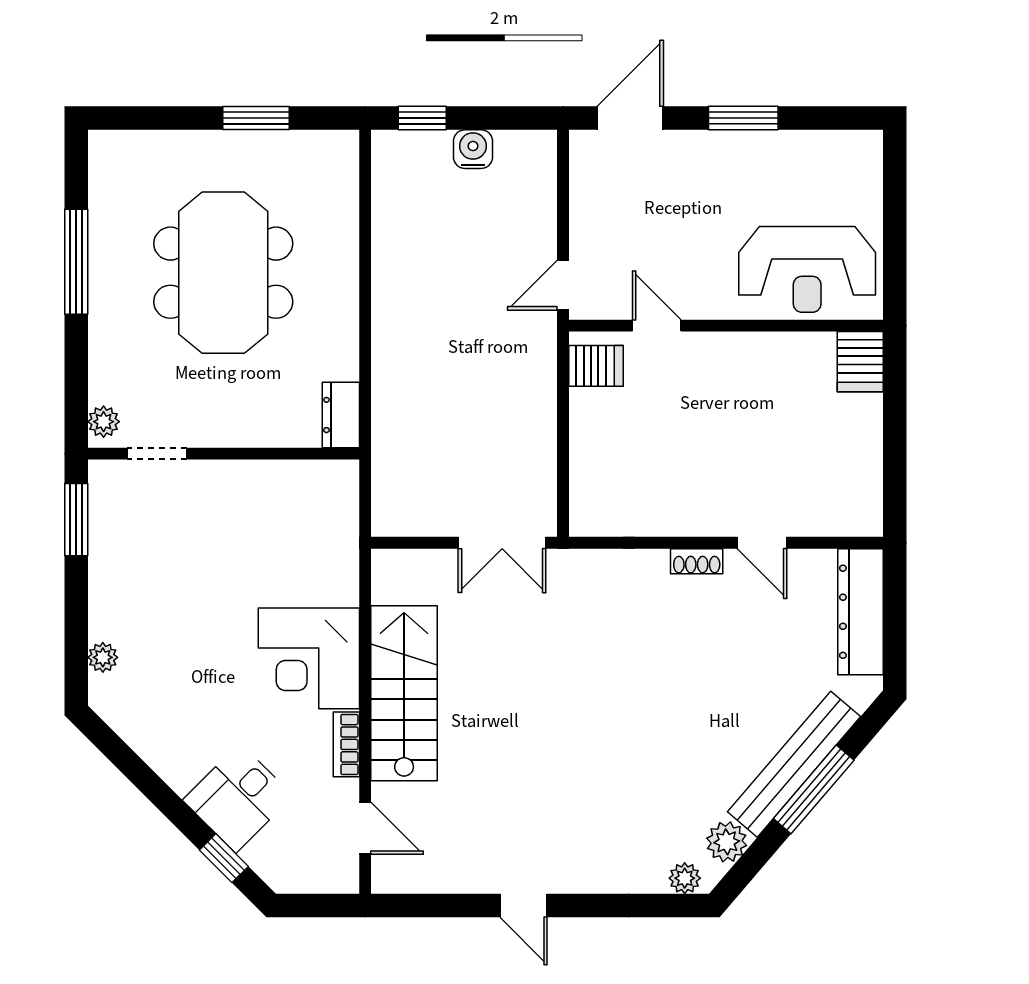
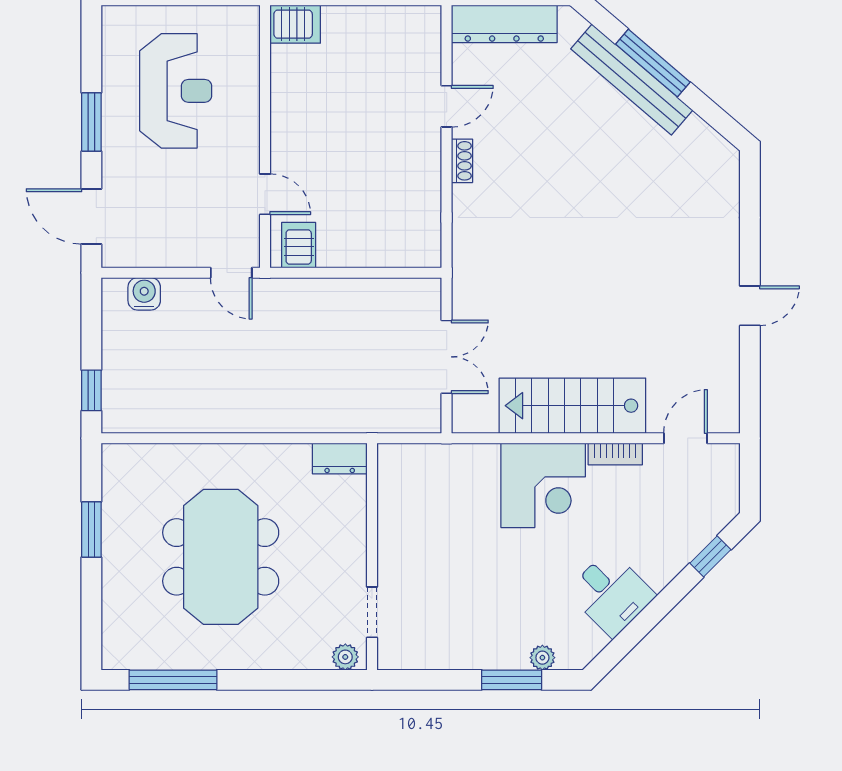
water cooler: (473, 149) -> (144, 294), moved, turned 90
window: (76, 262) -> (173, 680), moved
reception desk: (807, 269) -> (176, 91), moved
meeting table: (223, 273) -> (221, 557), turned 90
door: (657, 326) -> (265, 194), swing flipped
window: (76, 520) -> (512, 680), moved
double door: (502, 543) -> (447, 357), moved
desk: (238, 798) -> (611, 594), moved
plant: (727, 842) -> (697, 136), removed
plant: (685, 878) -> (727, 171), removed

